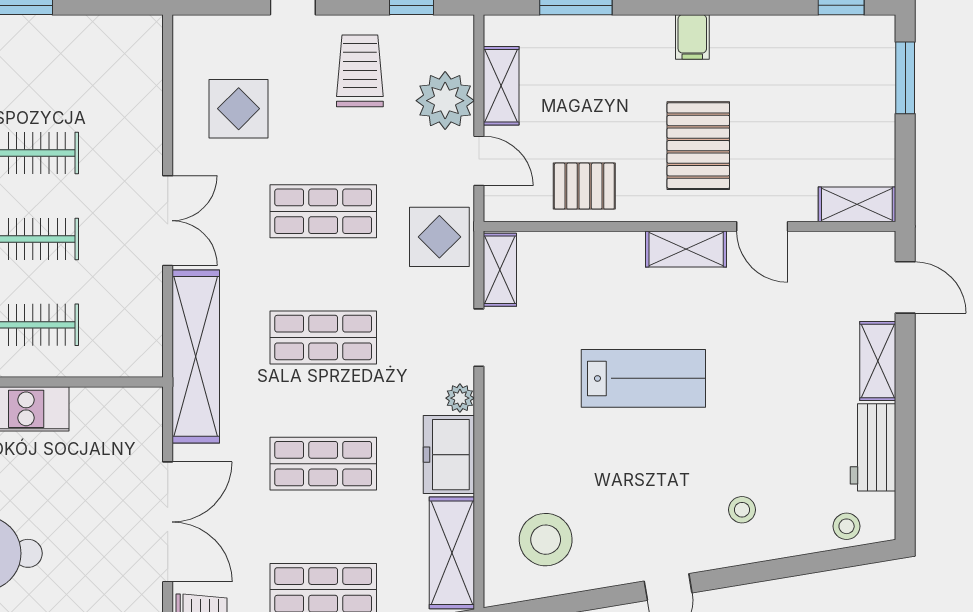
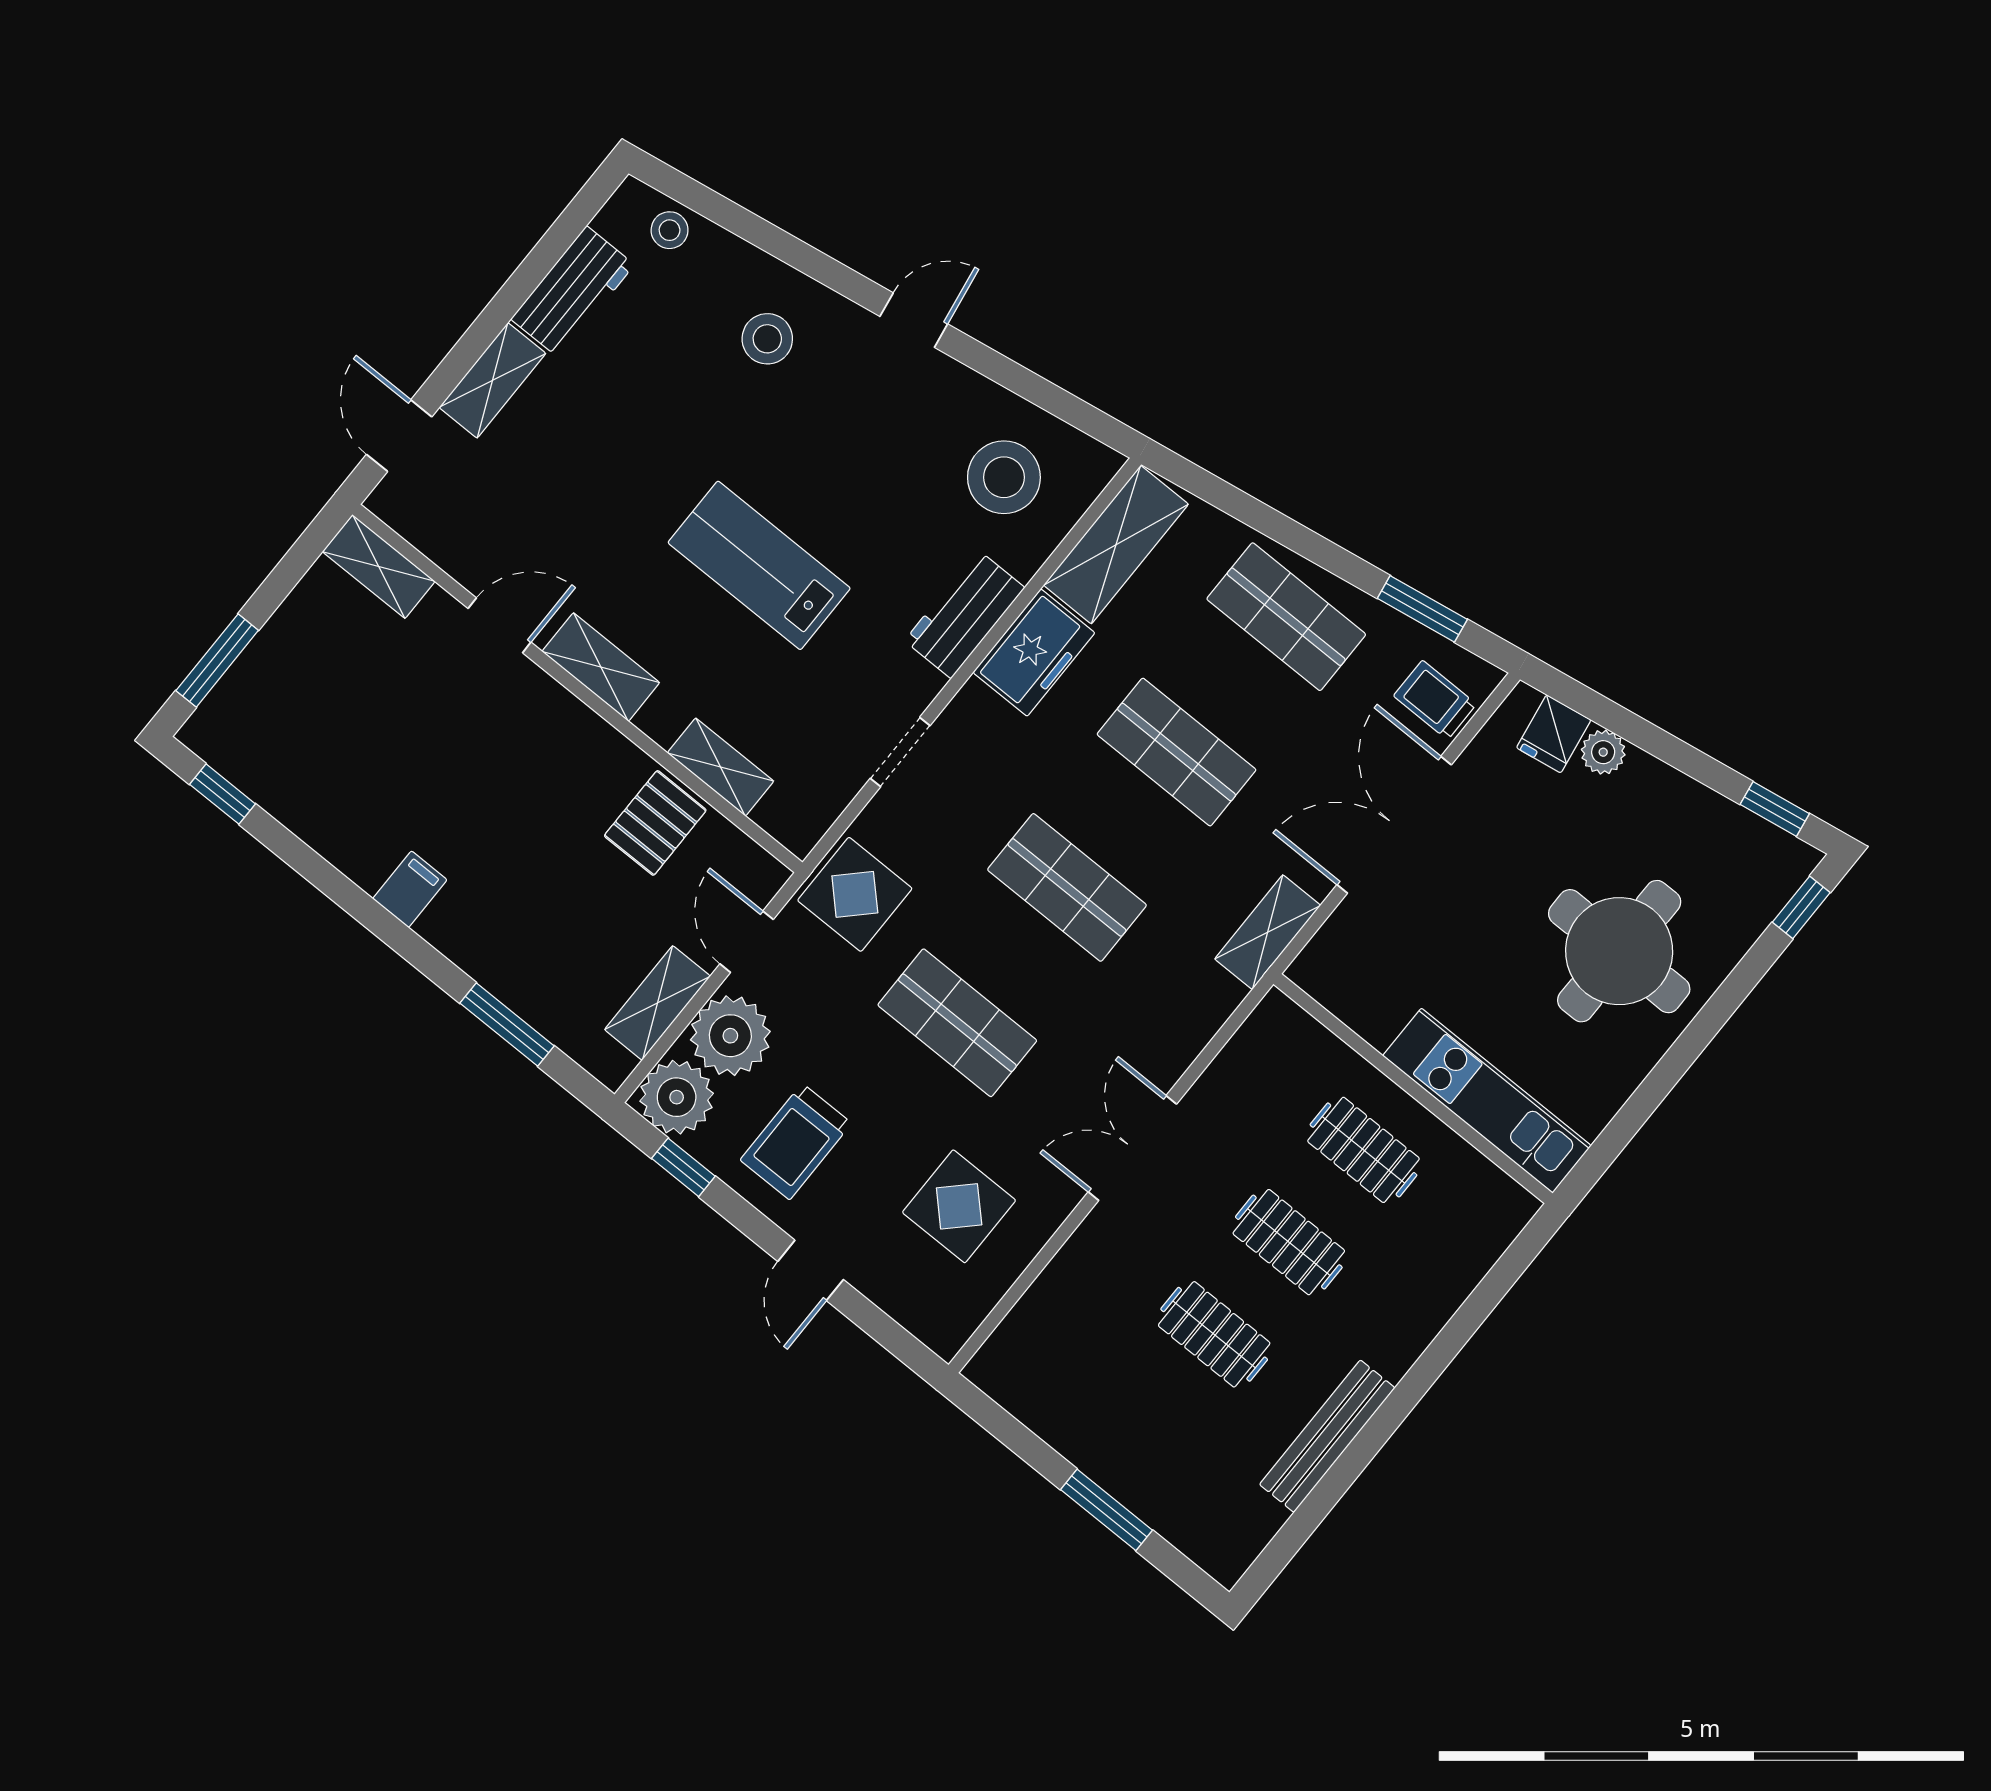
pallet: (698, 146) -> (498, 767), removed
pallet: (584, 186) -> (655, 823), turned 90
door: (762, 226) -> (500, 625), hinge flipped
shelving: (500, 270) -> (721, 767), moved, turned 90
shelving: (196, 356) -> (1268, 932), width x0.45, depth x0.75
plant: (460, 398) -> (677, 1097), moved, width x1.87, depth x1.87
workbench: (505, 445) -> (965, 614), added
stool: (742, 510) -> (767, 339), width x1.37, depth x1.37

